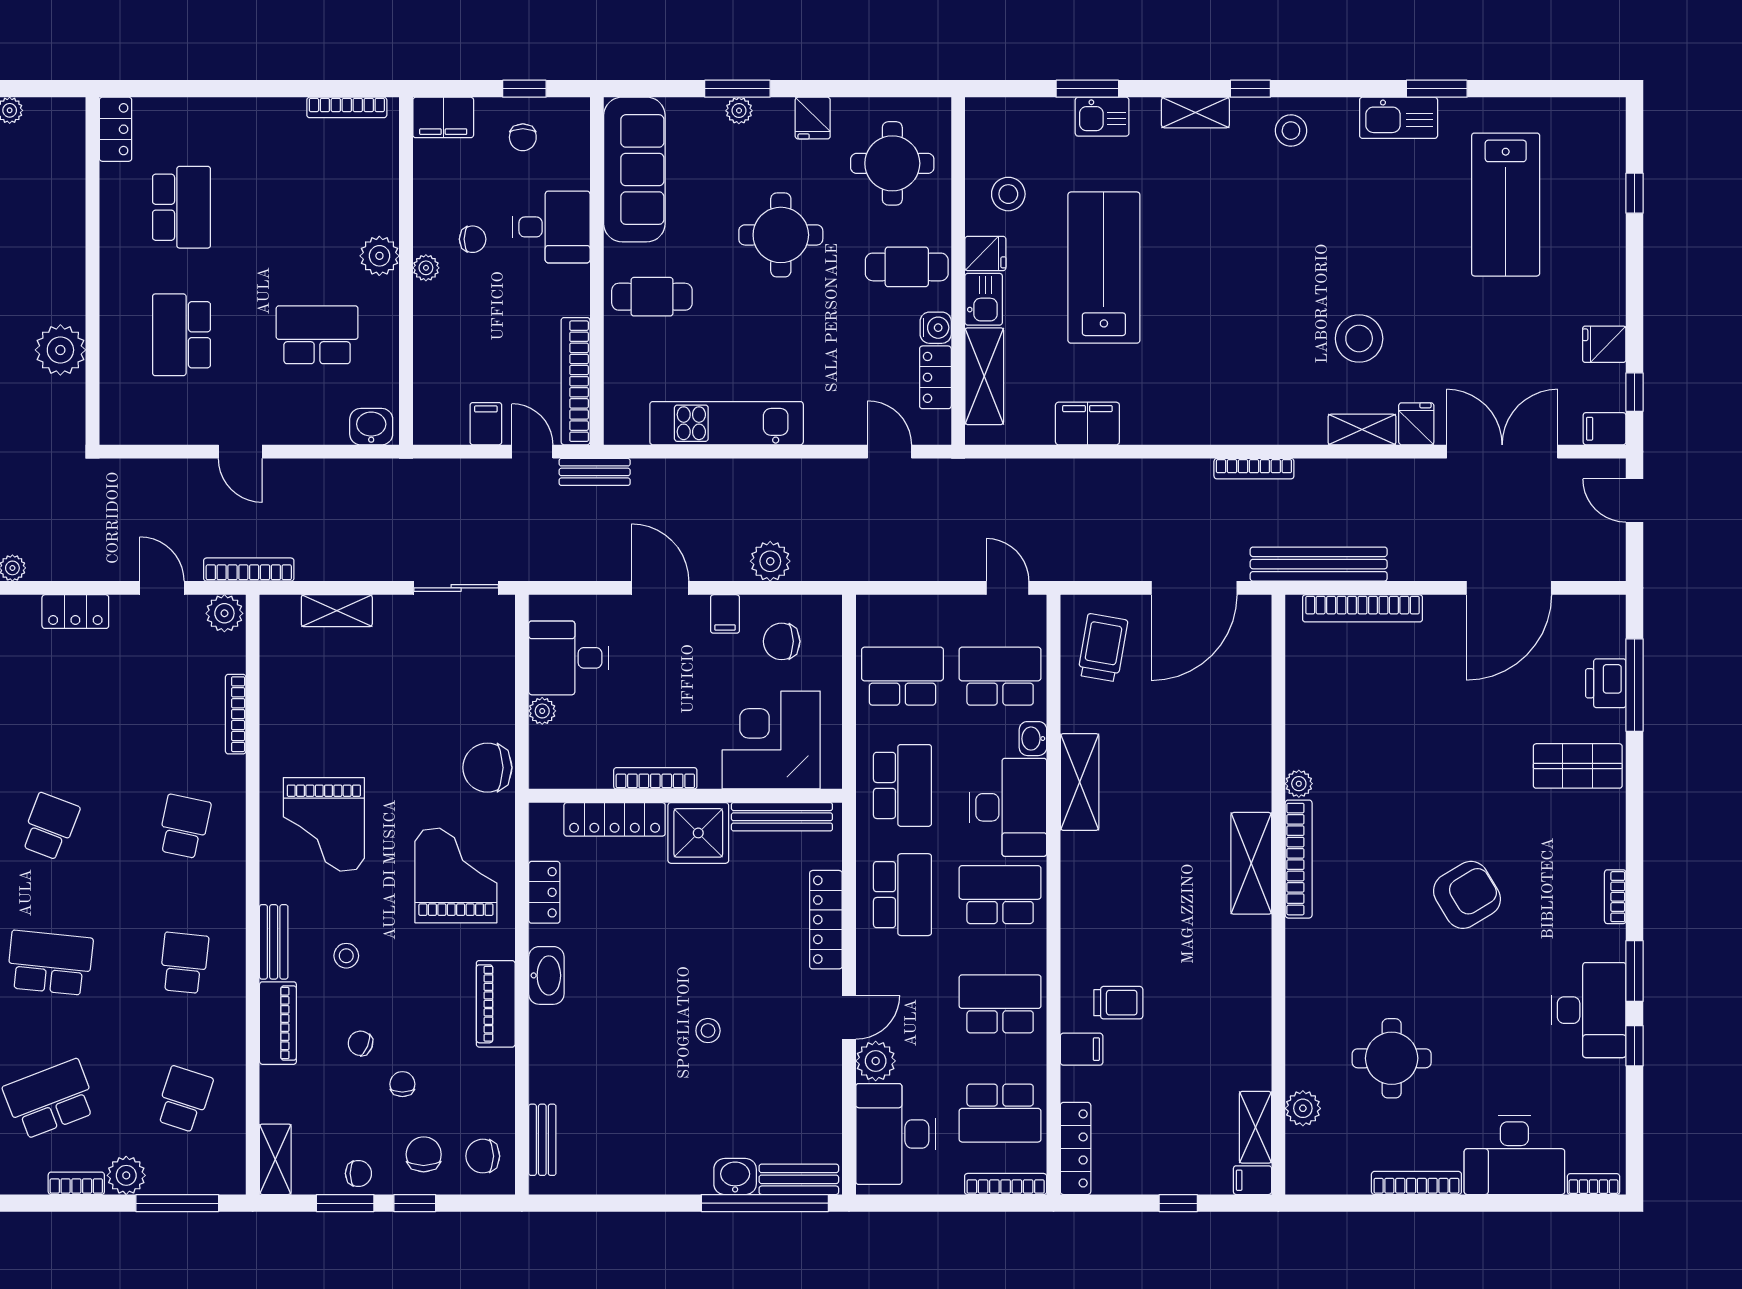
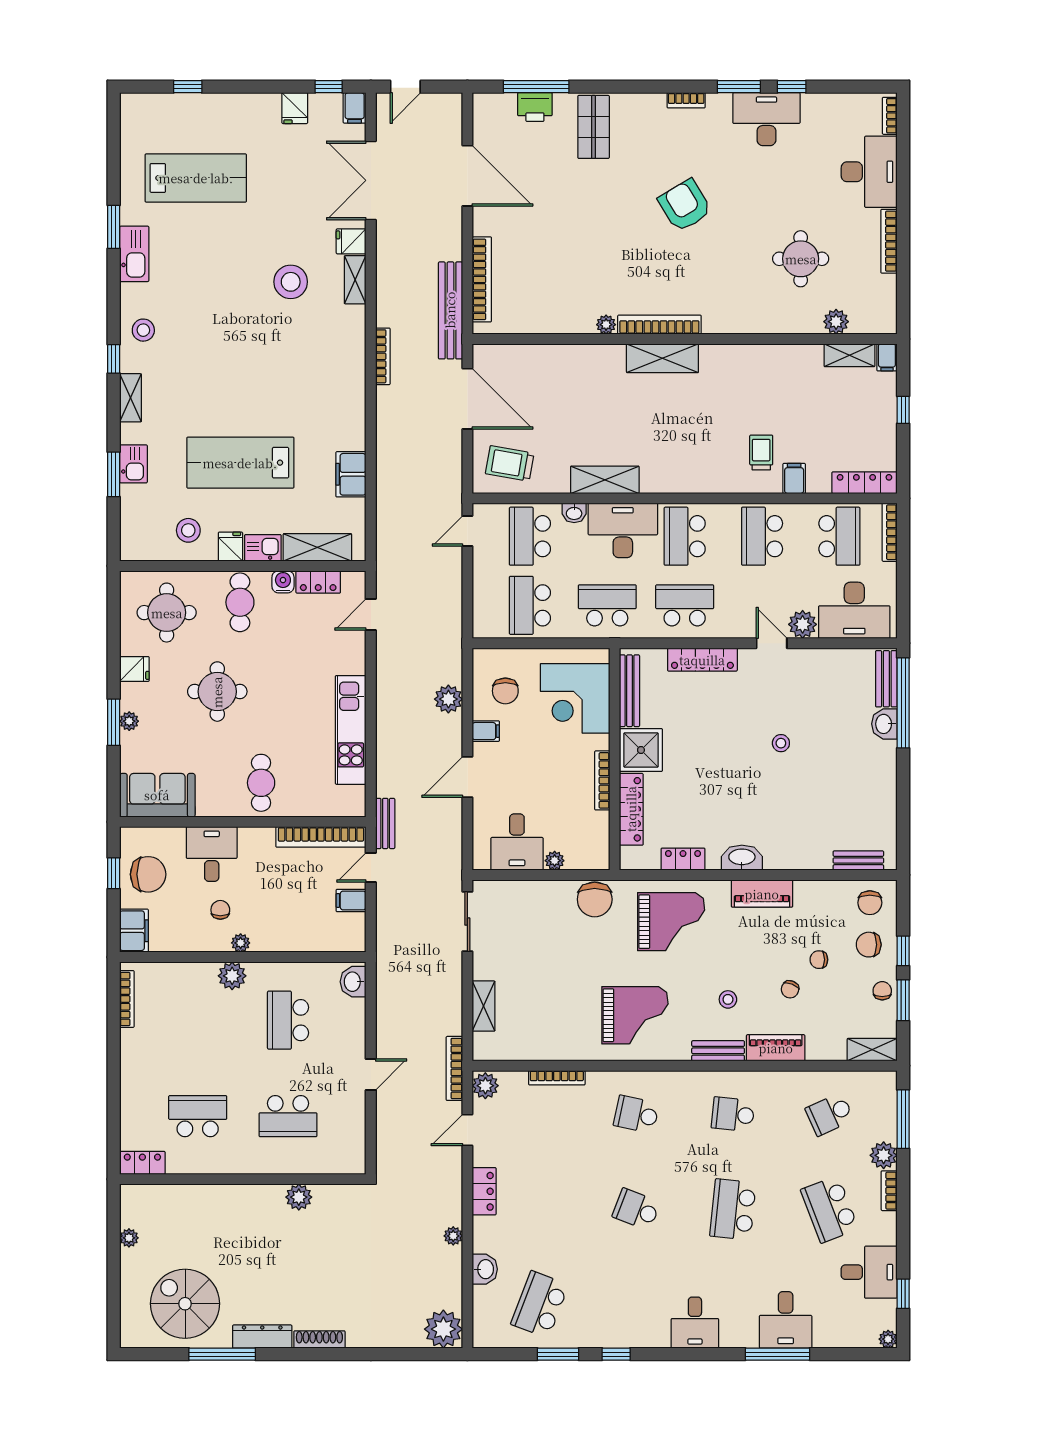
chair: (523, 137) -> (148, 874), width x1.87, depth x1.87
sofa: (634, 170) -> (157, 795), width x0.73
plant: (60, 350) -> (299, 1197), width x0.73, depth x0.73
grand piano: (456, 876) -> (671, 922), turned 180
school desk: (184, 1099) -> (830, 1114), turned -42

